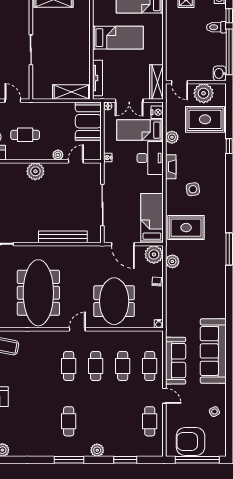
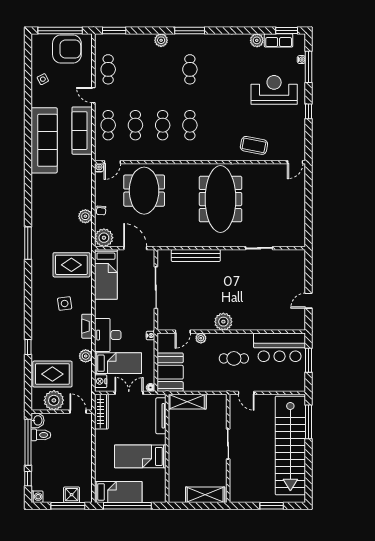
toilet: (216, 27) -> (41, 435), moved
plant: (172, 261) -> (85, 216), moved
door: (77, 329) -> (112, 162), moved
window: (125, 460) -> (114, 31), moved

